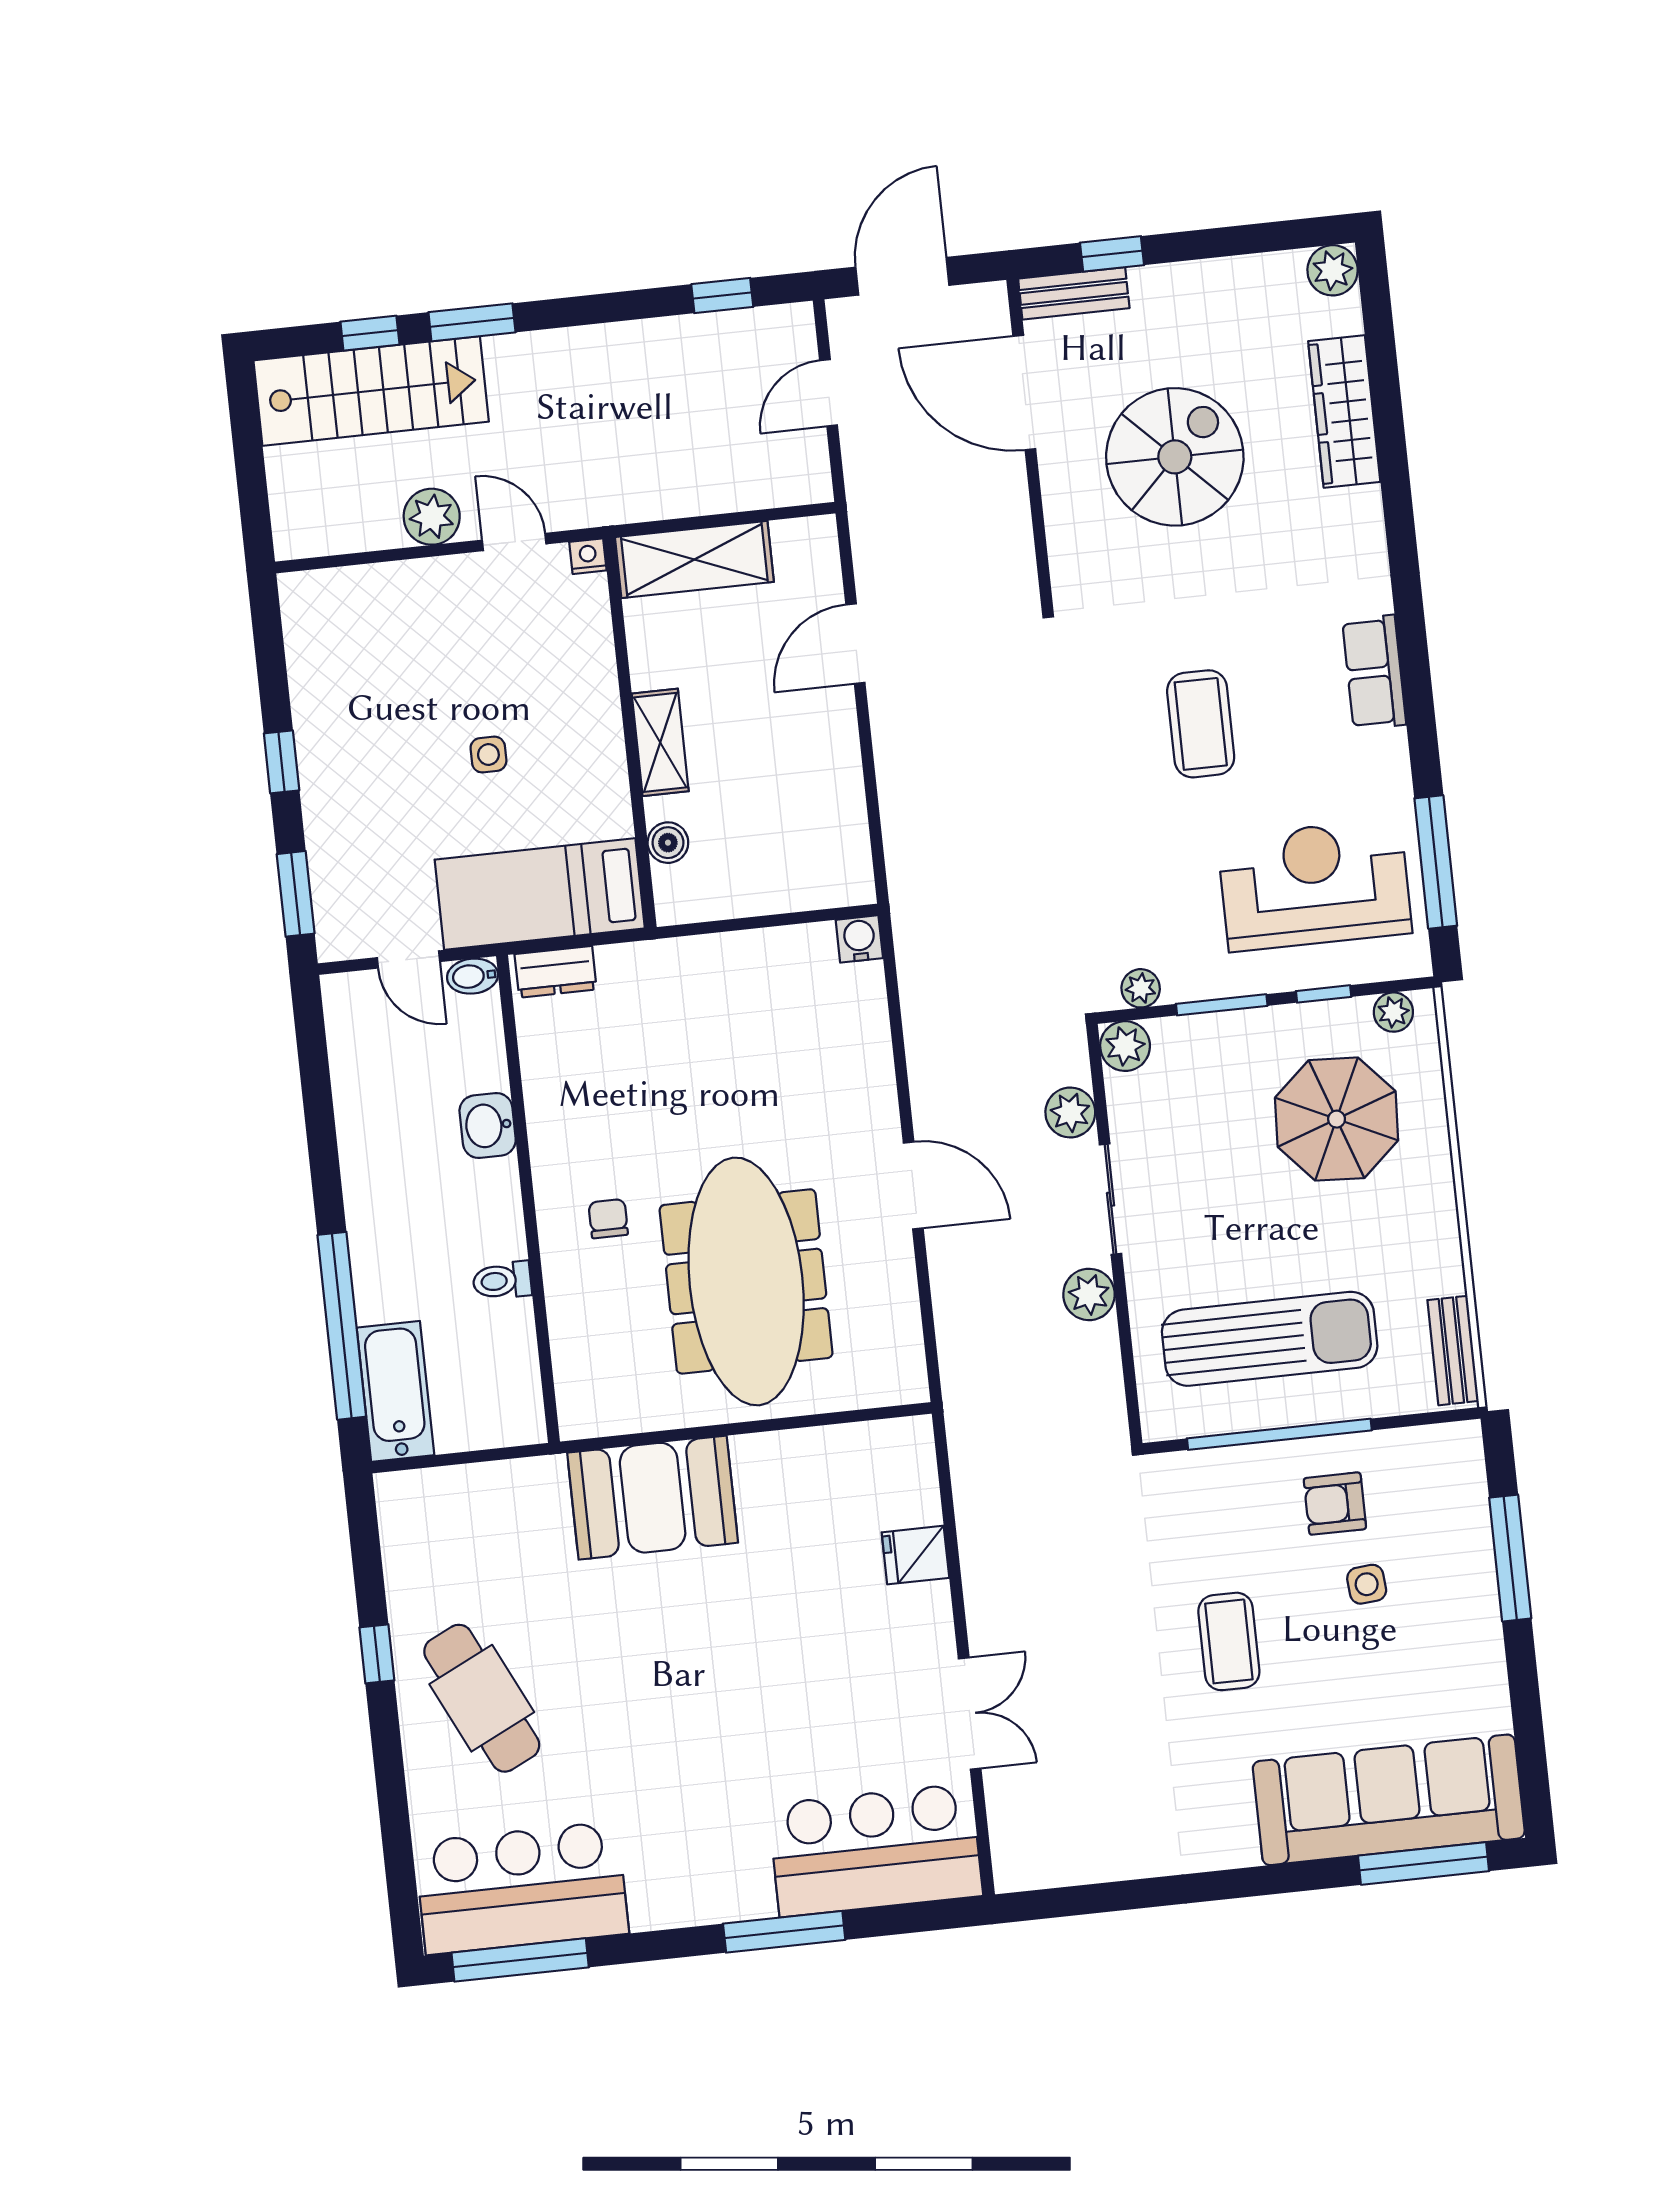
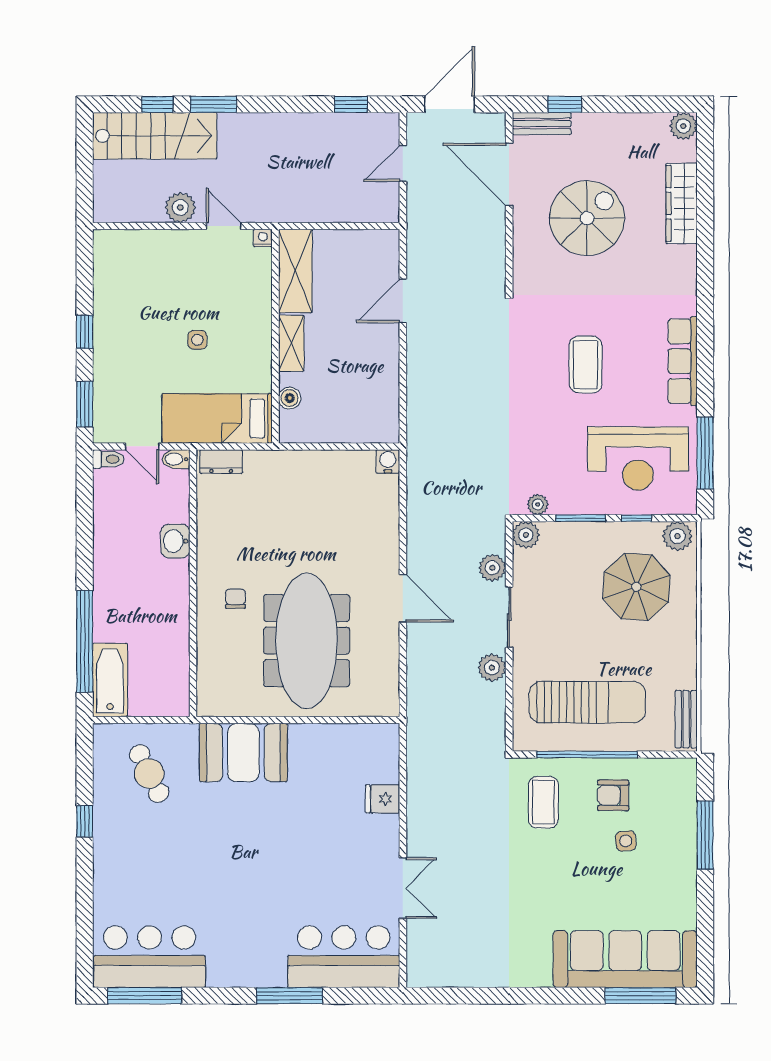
shelving: (694, 559) -> (295, 271), moved, turned 90
row of seats: (1374, 672) -> (683, 361), width x1.48
reception desk: (1315, 885) -> (638, 459), turned 180
plant: (1393, 1012) -> (677, 536), width x1.38, depth x1.38
toilet: (502, 1281) -> (108, 459), moved, turned 180
coffee table: (1229, 1641) -> (543, 802), moved
cafe table: (482, 1698) -> (149, 774), moved, width x0.73, depth x0.74

